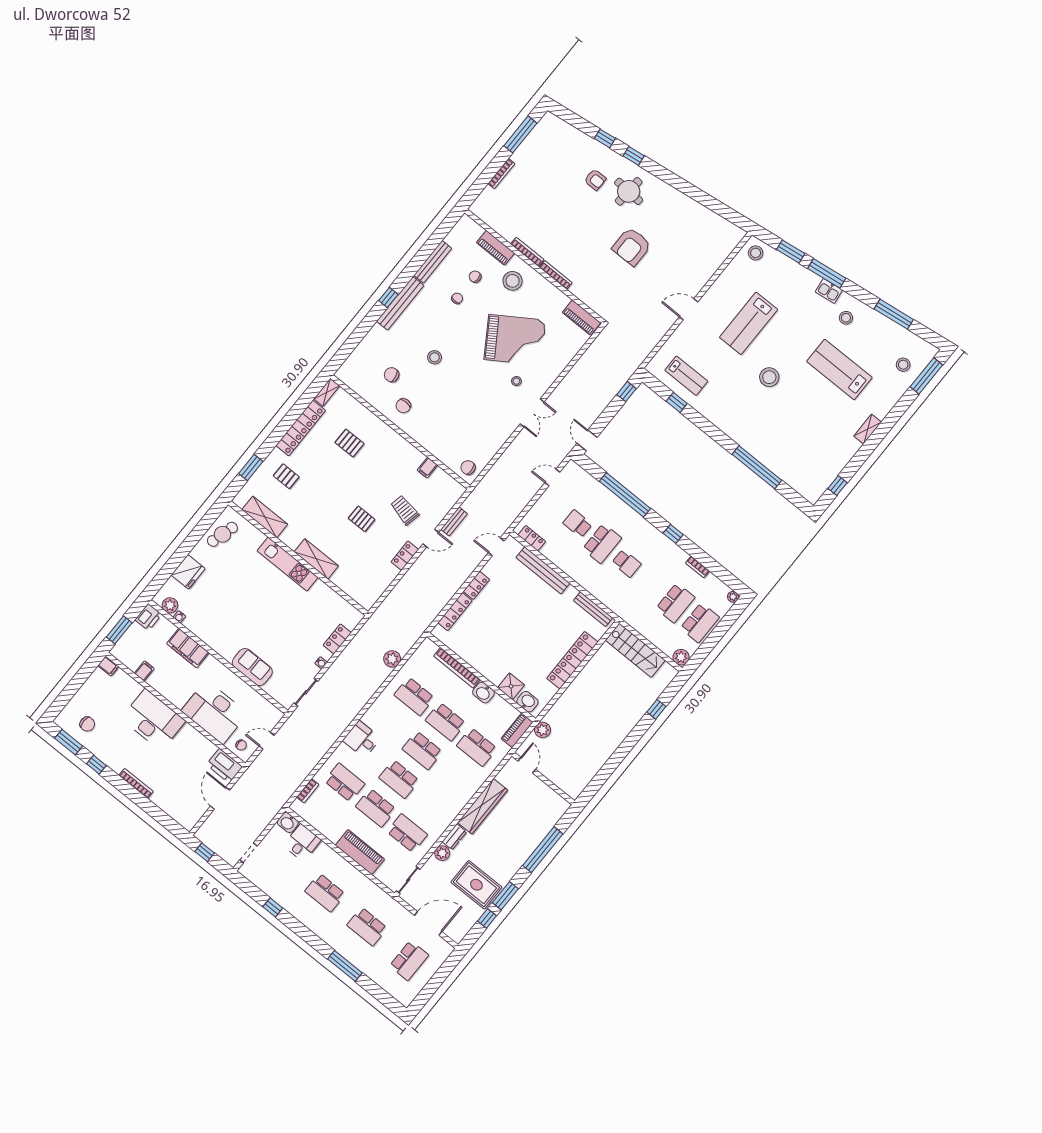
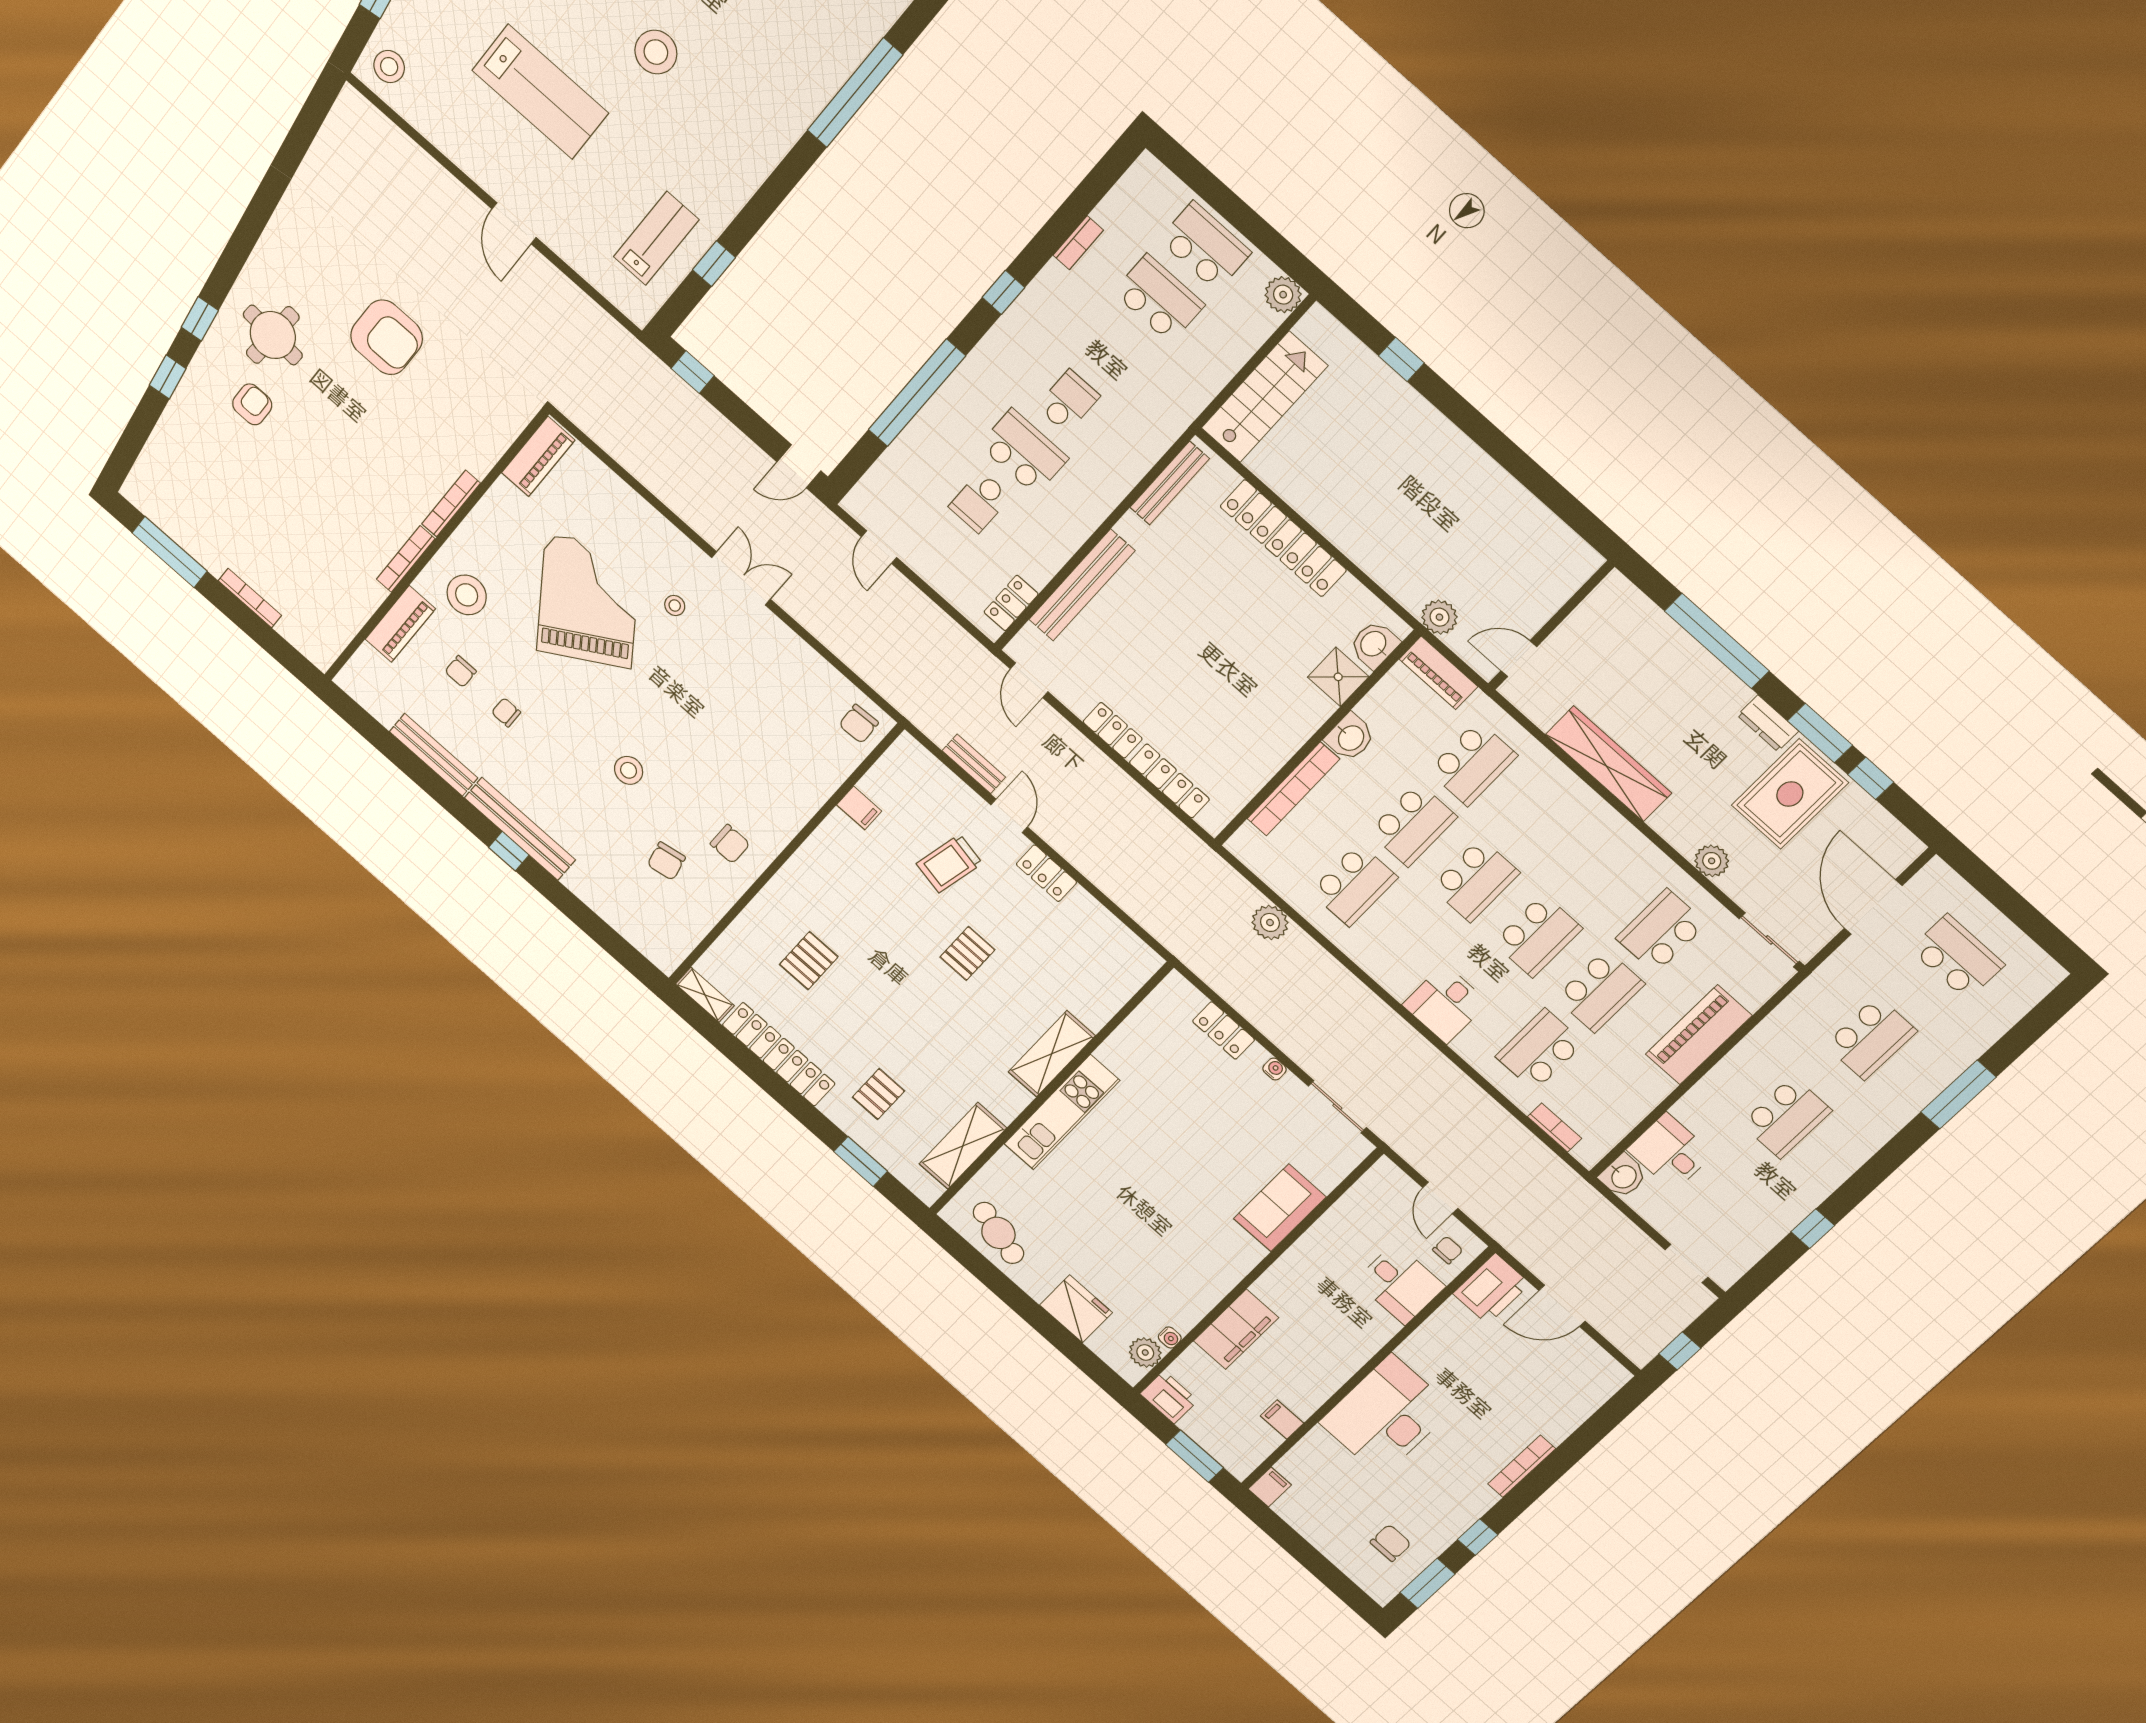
plant: (733, 597) -> (1147, 166), removed
desk: (214, 712) -> (1400, 1284), width x0.53, depth x0.77
dresser: (454, 837) -> (1768, 723), moved, turned 180

